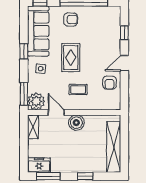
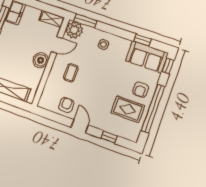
sofa: (38, 31) -> (147, 57), width x0.73
window: (24, 51) -> (142, 40), moved
rug: (71, 58) -> (128, 109), moved
armchair: (110, 83) -> (66, 105), turned 90

